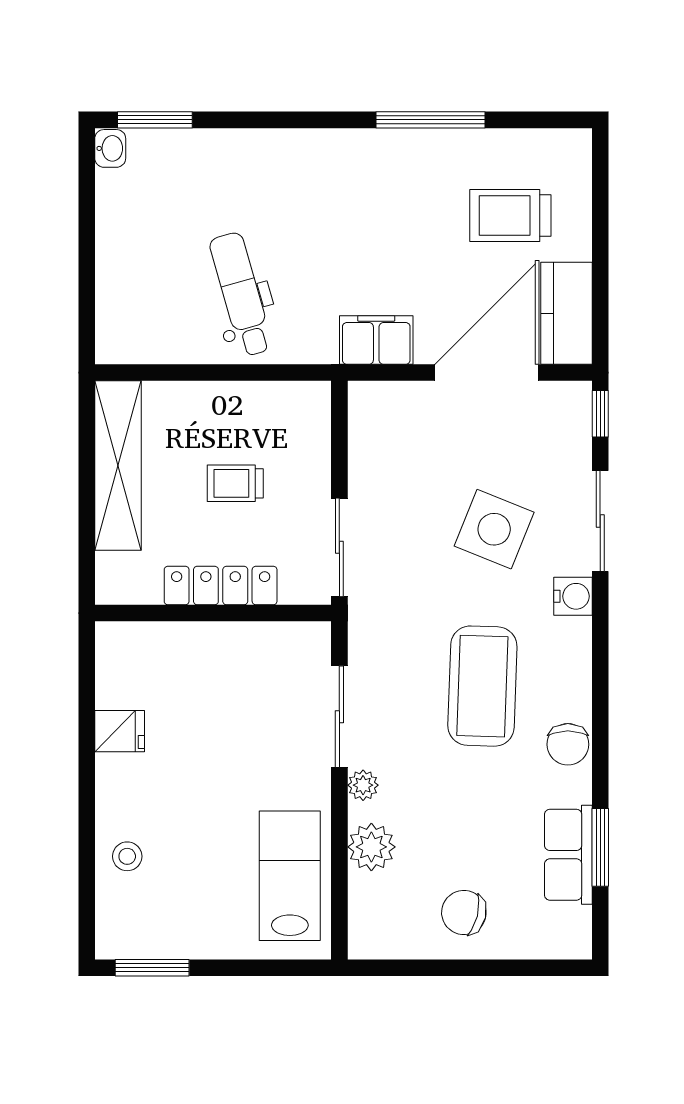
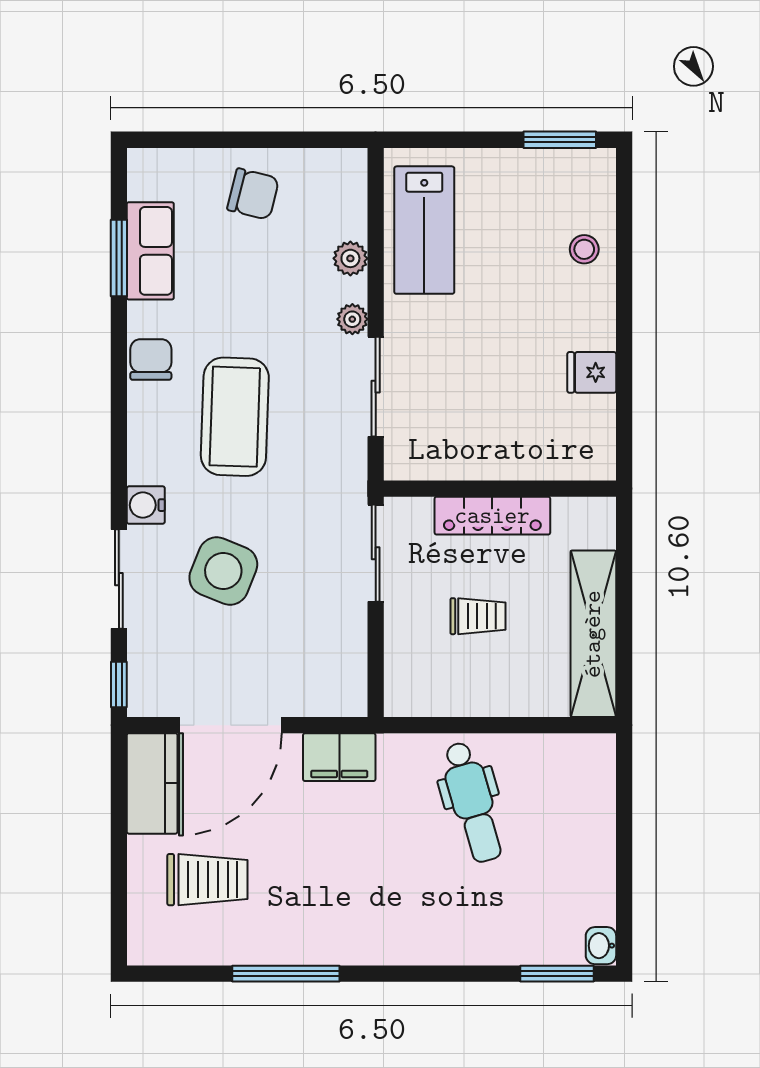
plant: (371, 847) -> (350, 258), width x0.73, depth x0.73

